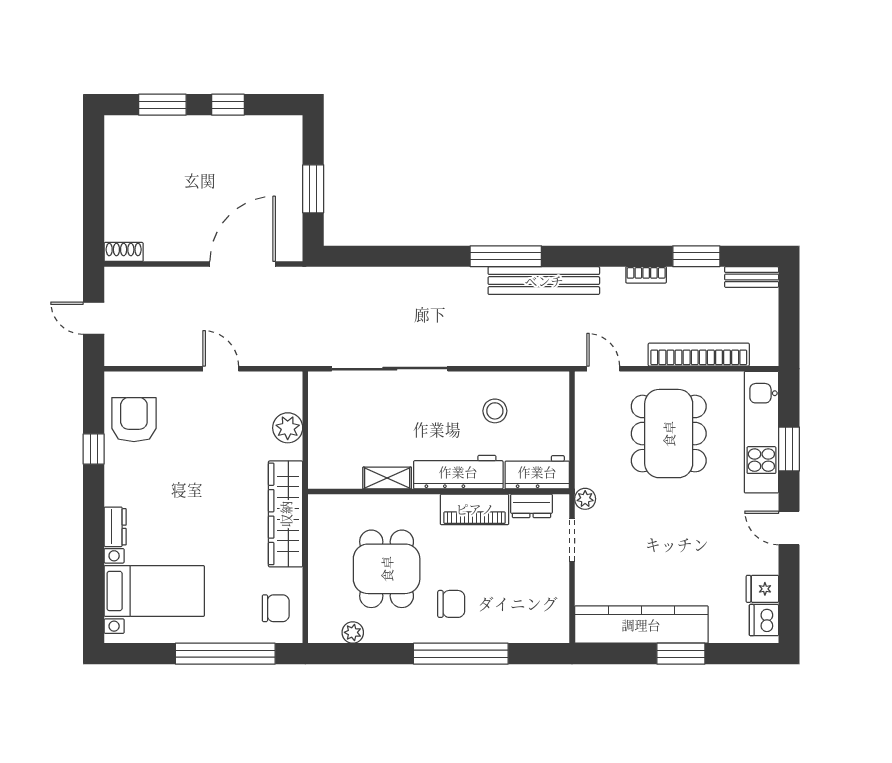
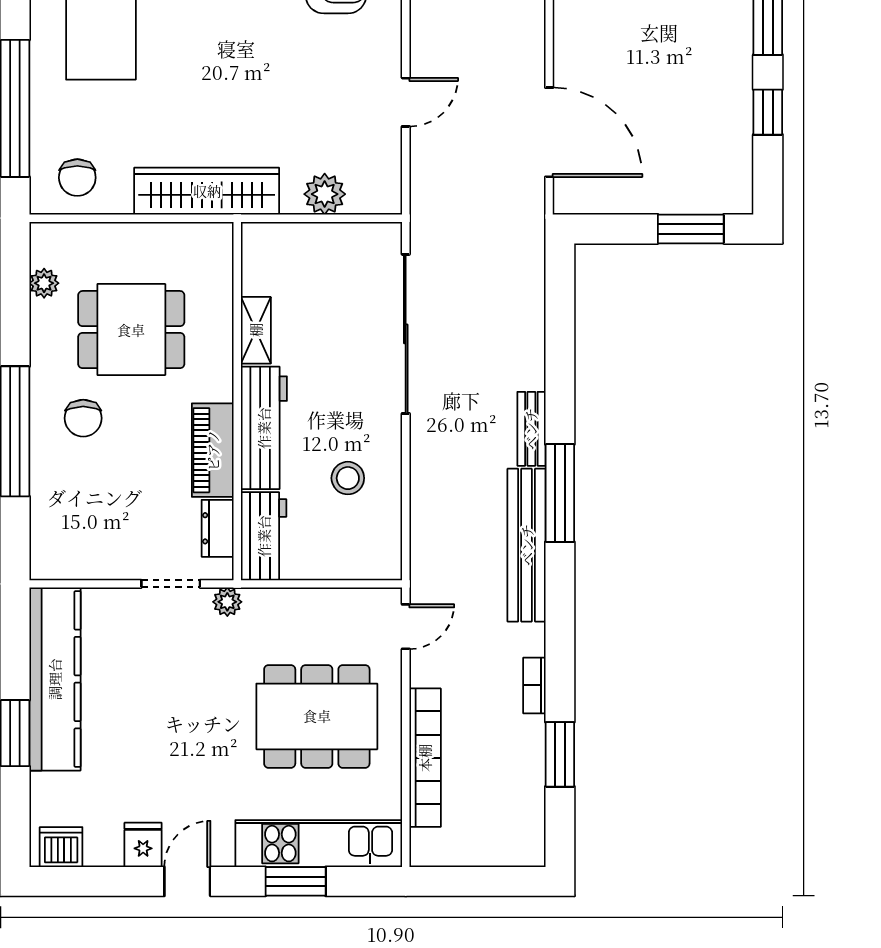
window: (313, 189) -> (691, 229), moved
bench: (752, 277) -> (531, 429), moved
fridge: (762, 589) -> (143, 845), moved

